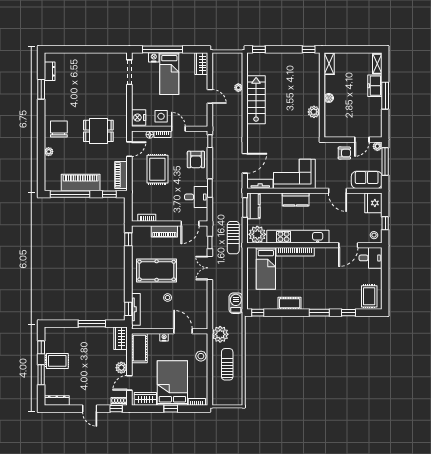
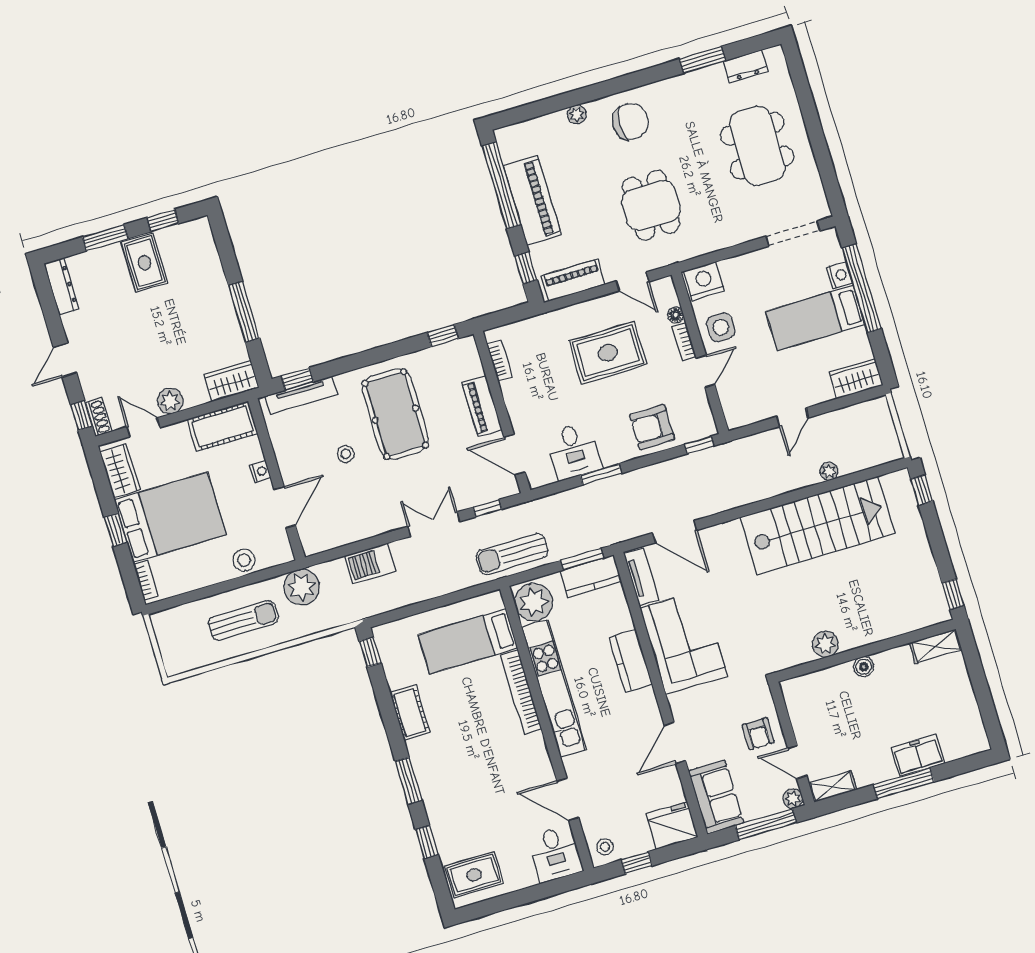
shelving: (377, 64) -> (833, 787), moved
dining table: (86, 76) -> (757, 146), added
stairs: (256, 100) -> (817, 525), width x1.36, depth x1.51
barbecue: (236, 303) -> (370, 563), moved, turned 180

